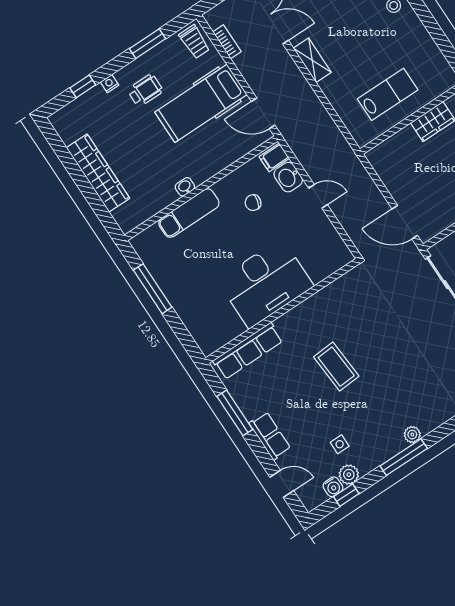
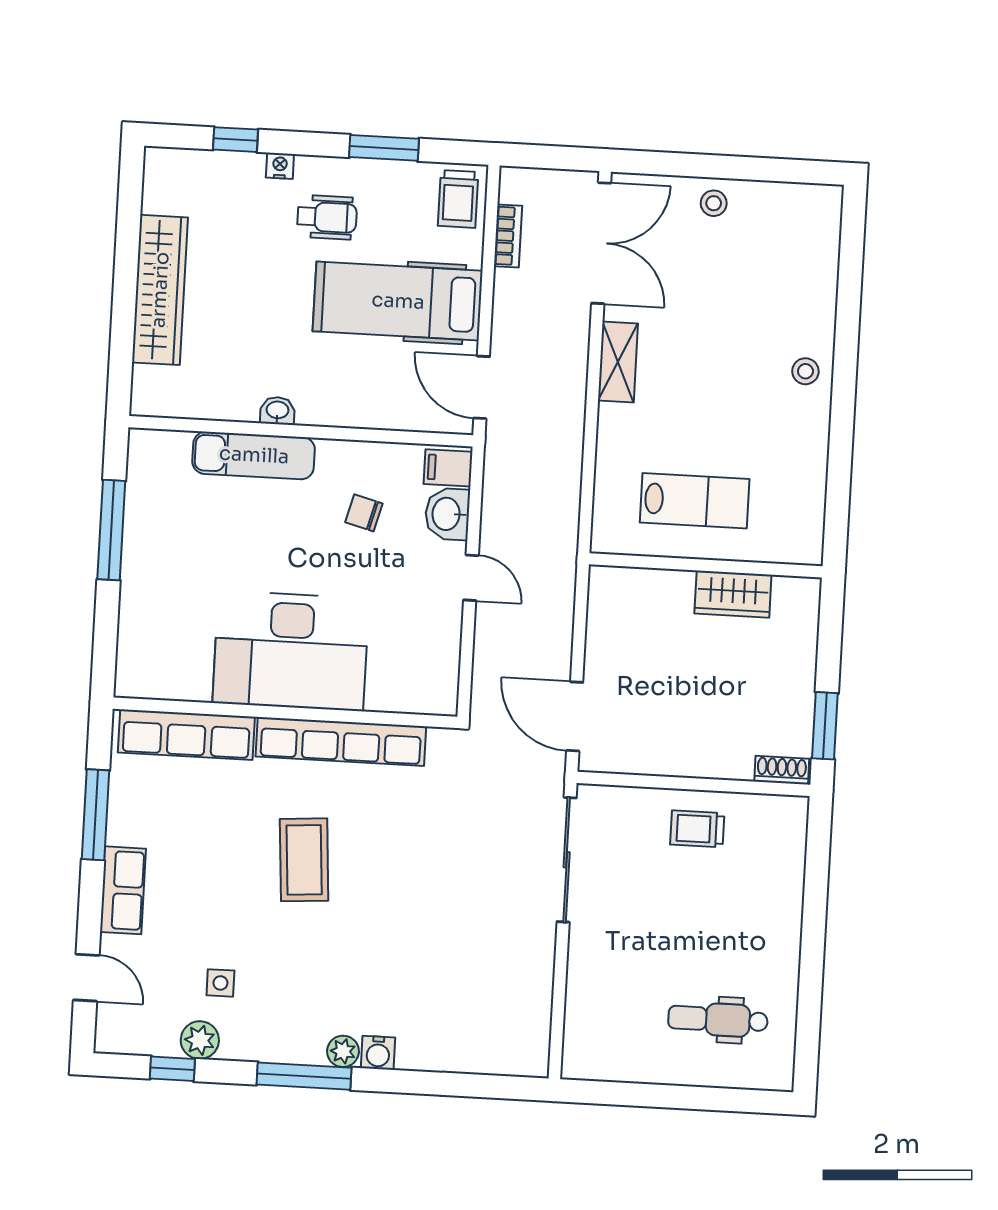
row of seats: (315, 306) -> (341, 741), added
water cooler: (333, 487) -> (378, 1053), moved

